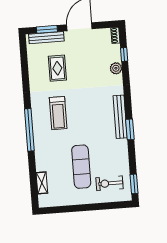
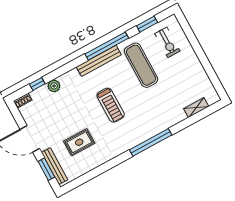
treadmill: (58, 113) -> (111, 105), moved, turned 90
window: (130, 129) -> (107, 46), width x2.11
exercise mat: (81, 167) -> (141, 65), moved, turned 90
window: (134, 184) -> (147, 24), moved

